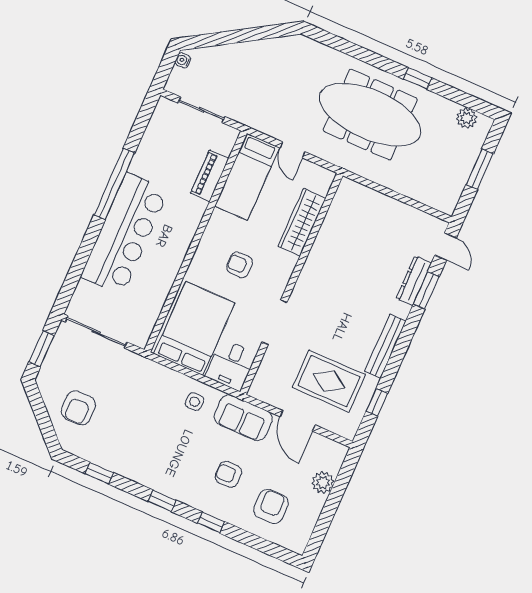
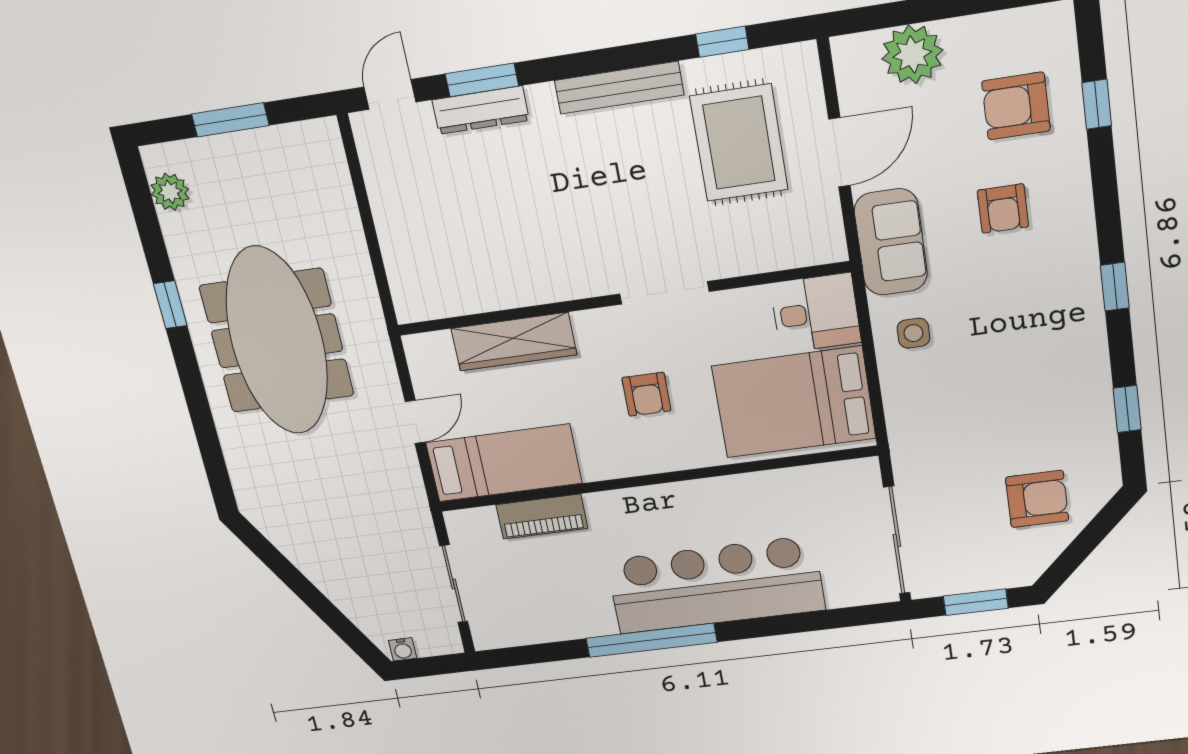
doorway: (275, 322) -> (664, 293), moved
plant: (323, 482) -> (912, 54), width x1.36, depth x1.36
window: (211, 522) -> (1097, 104), moved

